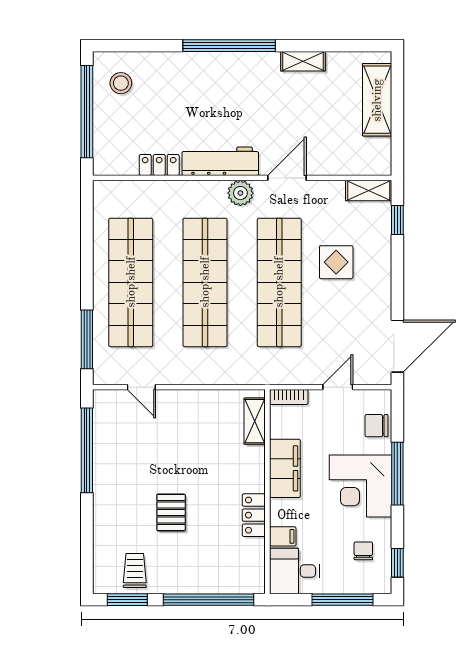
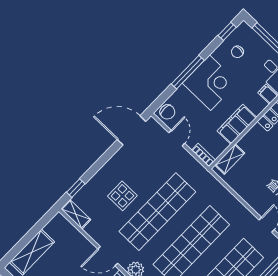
door: (338, 387) -> (177, 138), swing flipped
chair: (377, 426) -> (167, 112), moved

